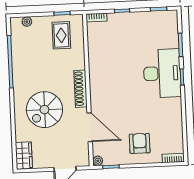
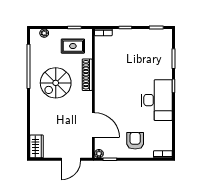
rug: (61, 35) -> (73, 46), turned 90
desk: (162, 73) -> (157, 100), moved
shoe rack: (81, 89) -> (87, 75), moved
spiral stairs: (44, 110) -> (56, 83), moved

